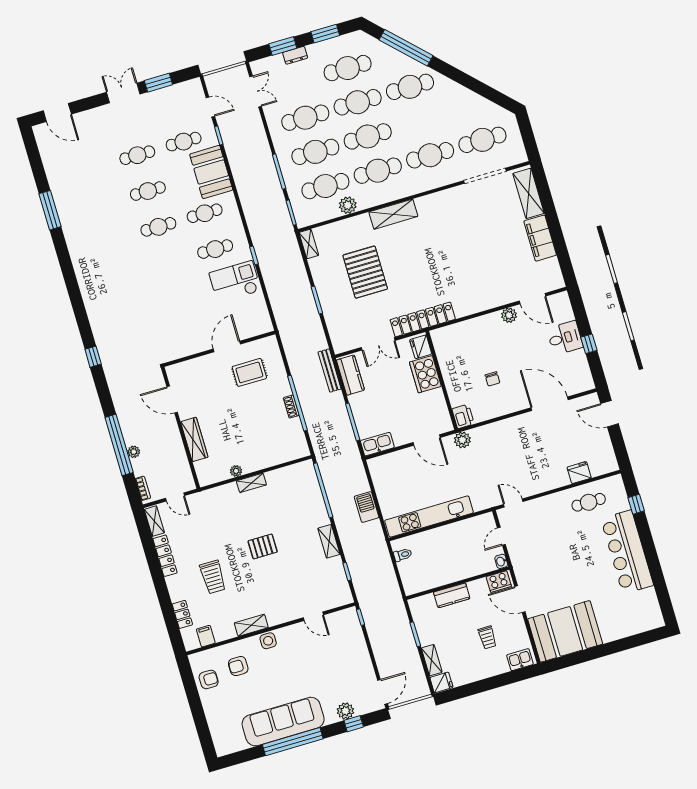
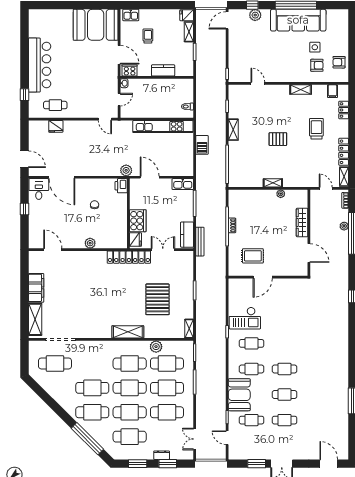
cafe table: (430, 155) -> (92, 388), moved
plant: (509, 315) -> (90, 243), moved
desk: (565, 338) -> (39, 189), moved, turned 90
side table: (268, 641) -> (315, 47), moved

